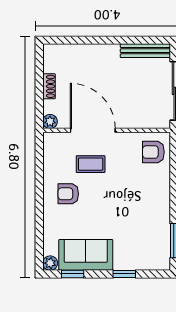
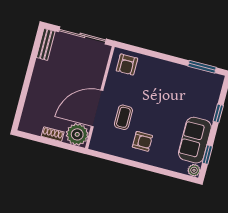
bench: (145, 51) -> (46, 44), width x0.73
plant: (50, 122) -> (77, 134), width x1.88, depth x1.88
armchair: (68, 194) -> (142, 141), turned -90

